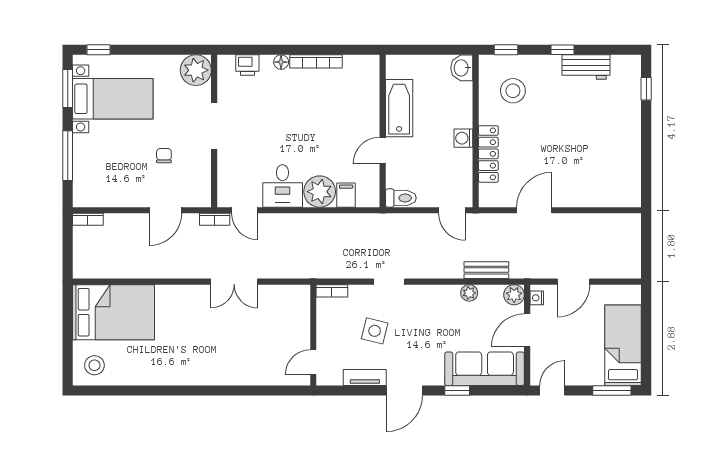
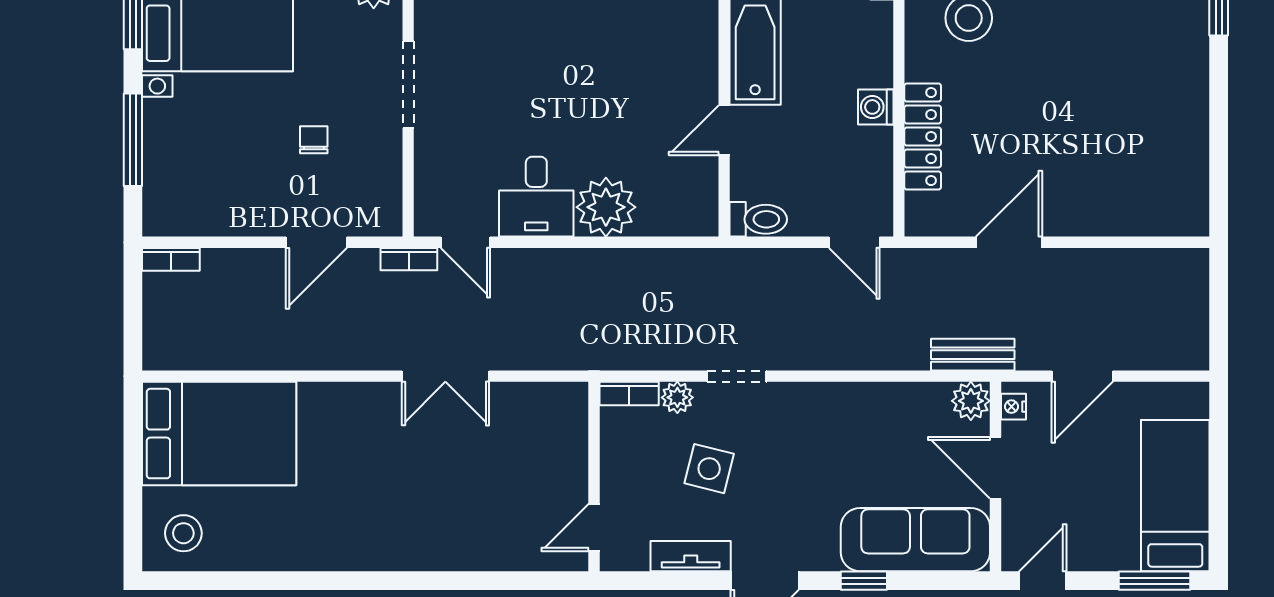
filing cabinet: (346, 195) -> (656, 214), removed
bench: (486, 270) -> (973, 355), moved
plant: (469, 293) -> (677, 397), moved
door: (527, 330) -> (996, 468), hinge flipped

